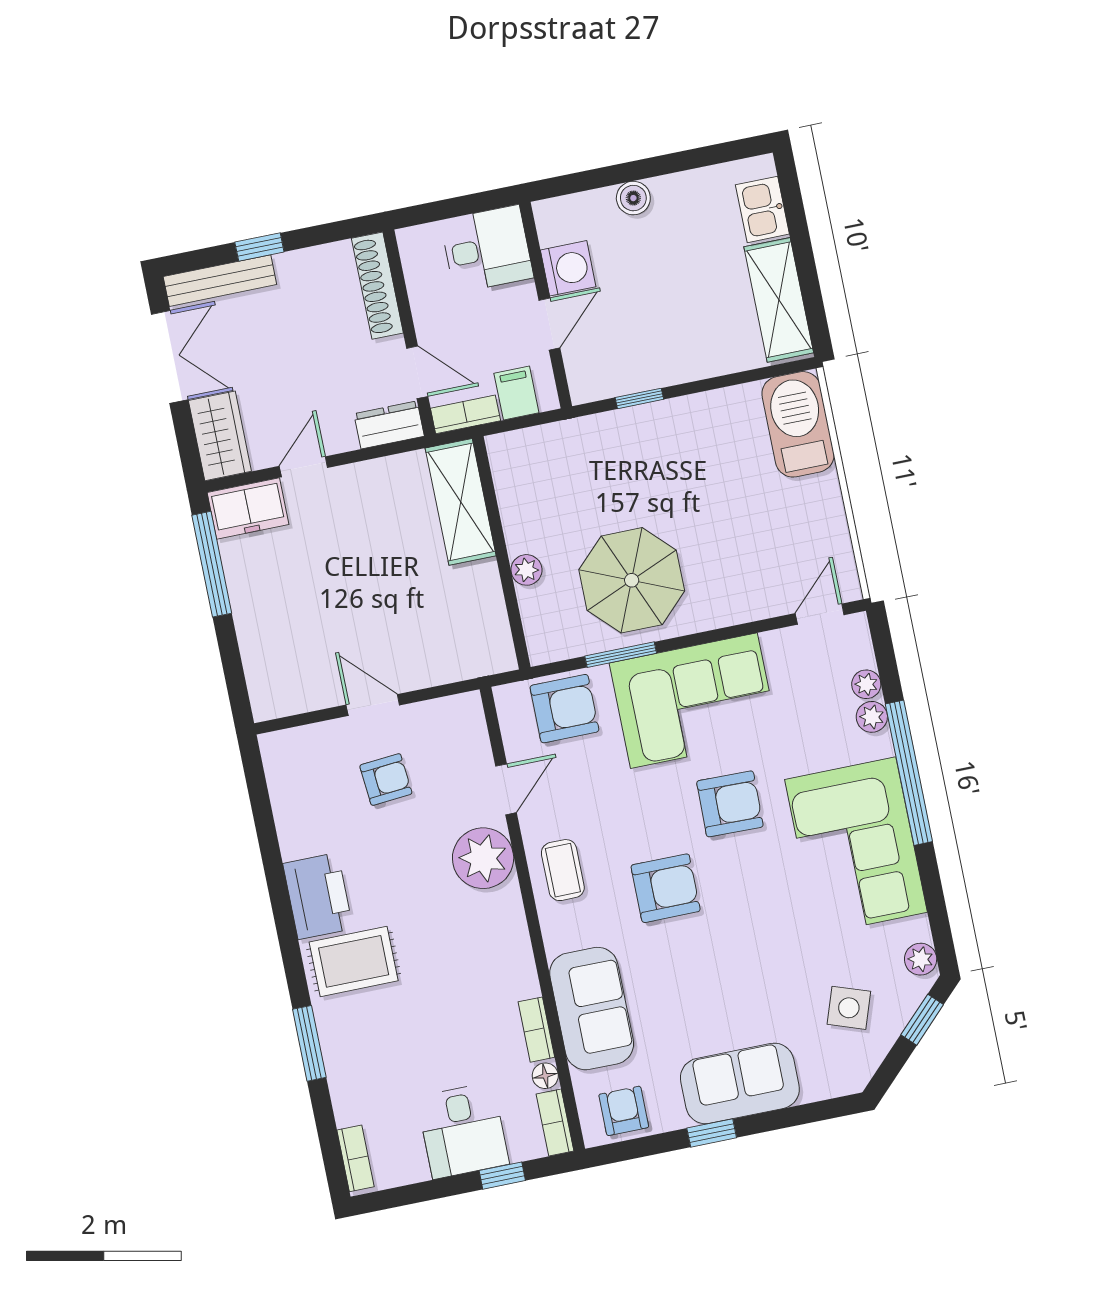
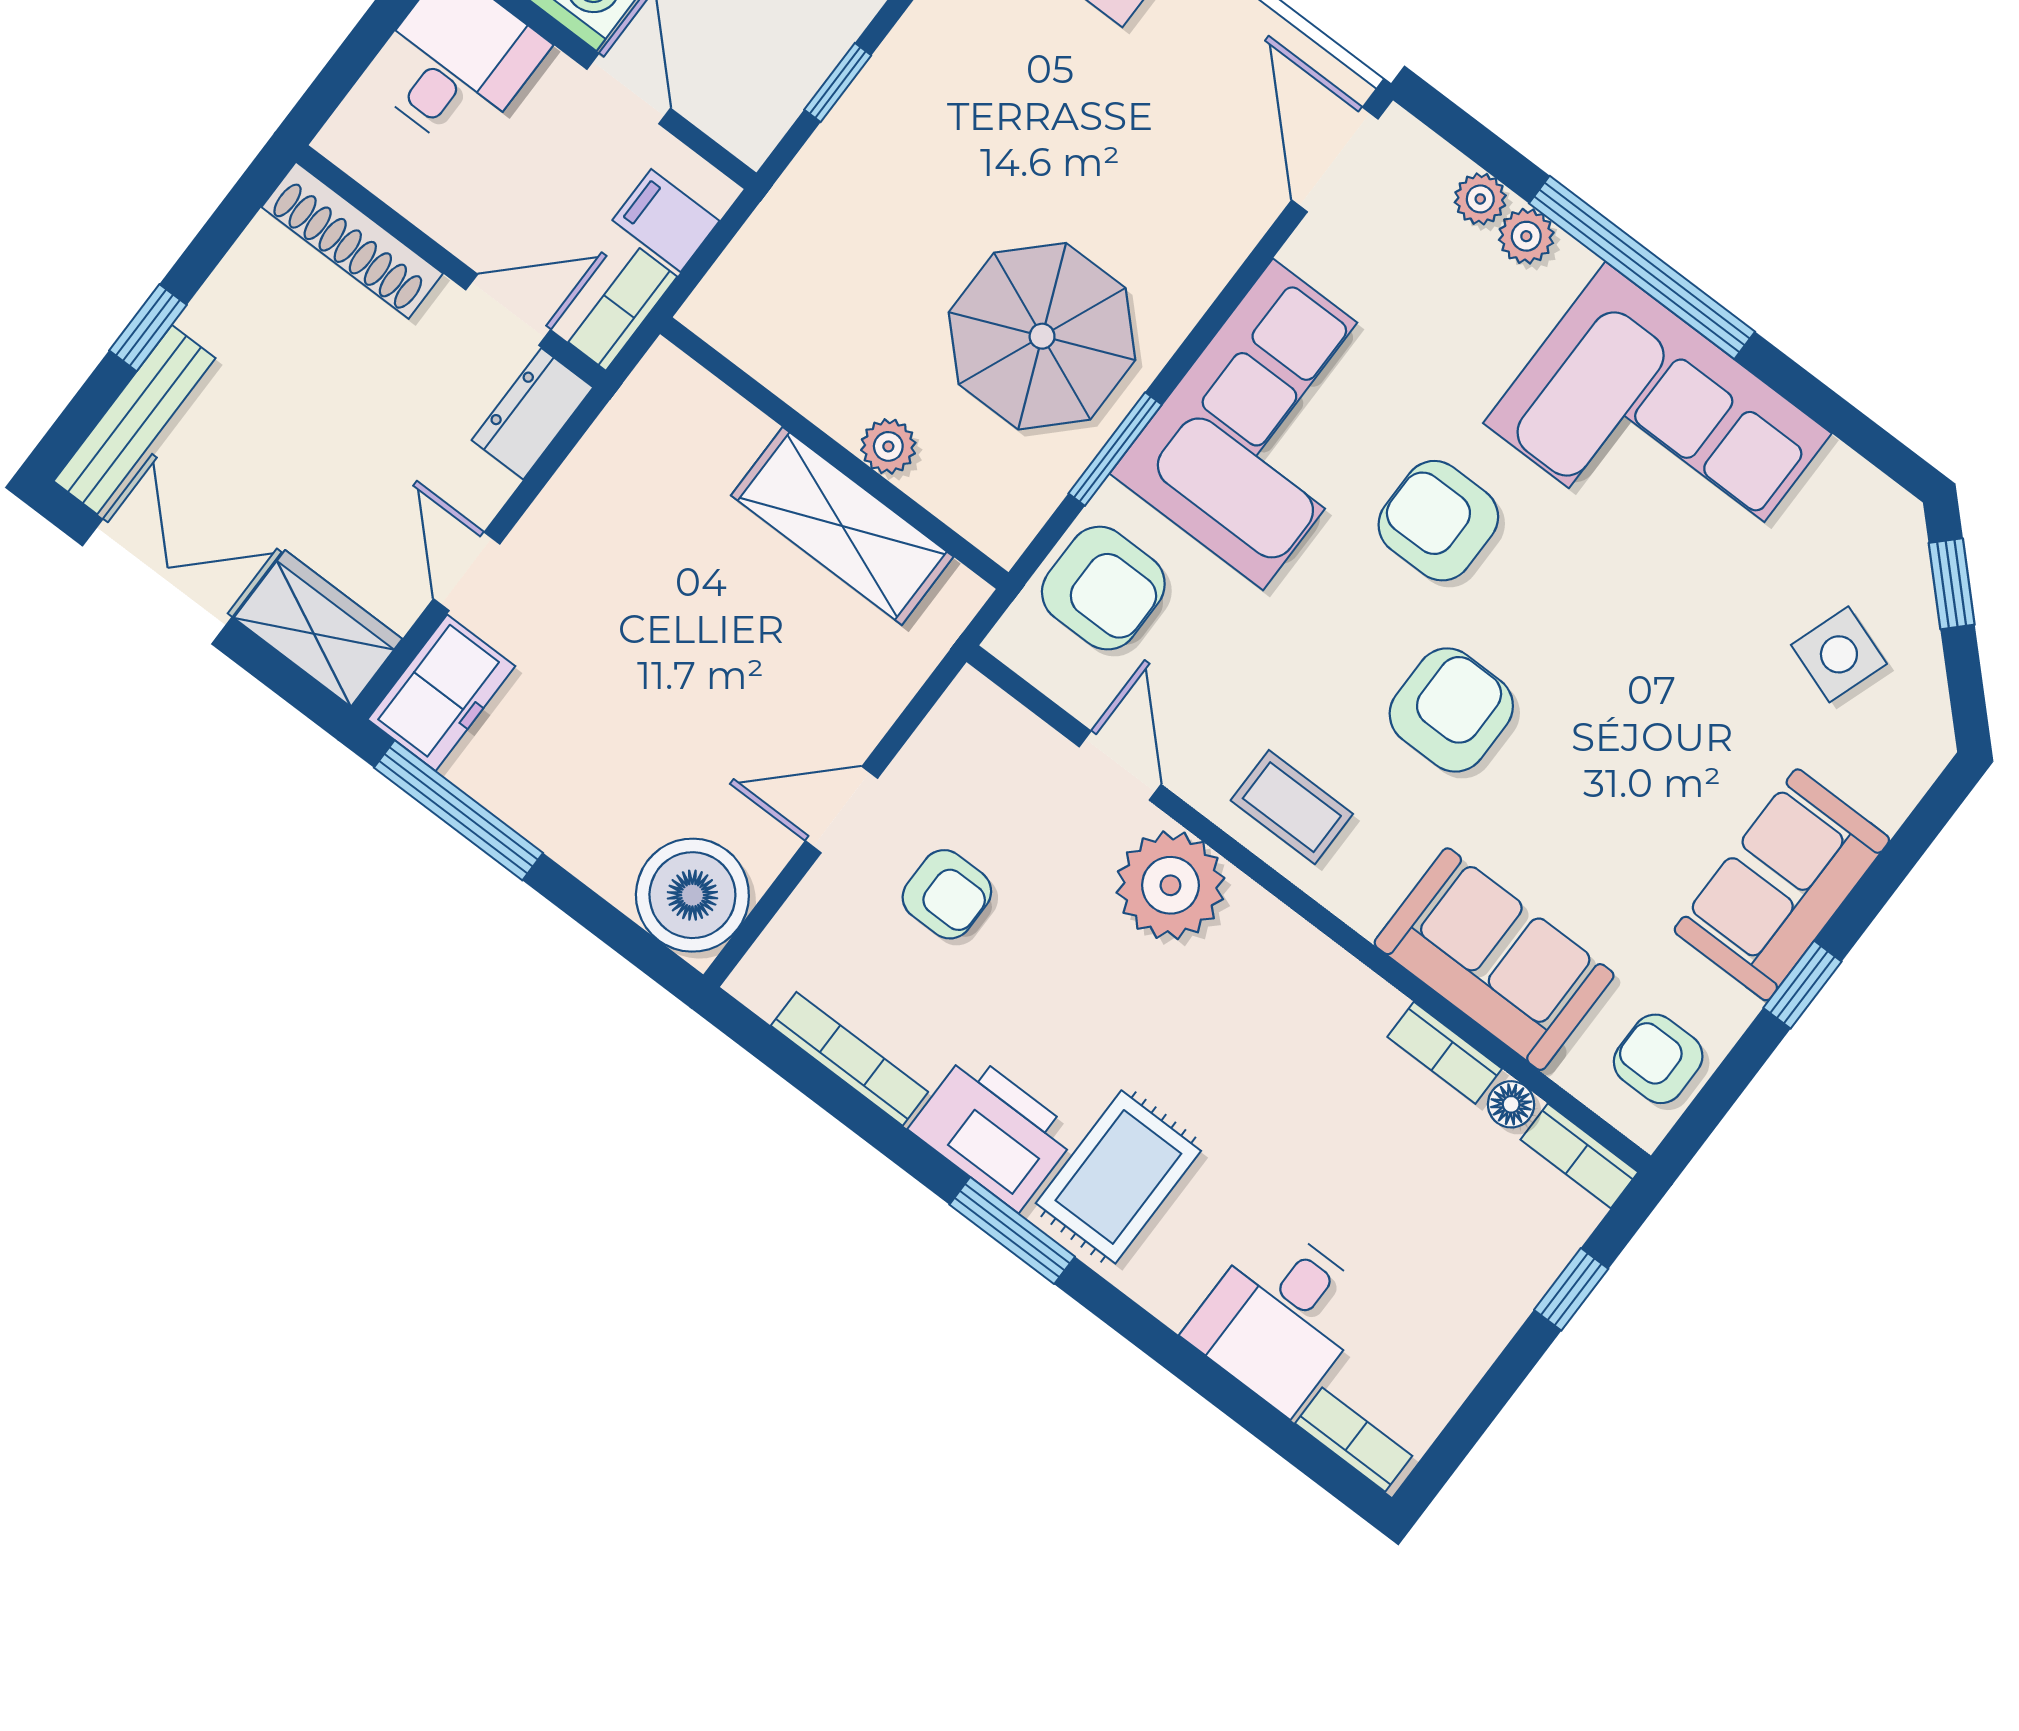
shelving: (461, 502) -> (842, 526), moved
door: (820, 614) -> (1335, 160), width x1.37
boiler: (279, 686) -> (692, 895), added
armchair: (564, 709) -> (1103, 588), turned 90
armchair: (386, 780) -> (947, 894), turned 95
armchair: (730, 804) -> (1438, 521), turned -91
bookcase: (284, 813) -> (850, 1059), added
plant: (921, 959) -> (1878, 504), removed
window: (309, 1043) -> (1012, 1231), moved
desk: (463, 1131) -> (1280, 1317), moved, turned 90

